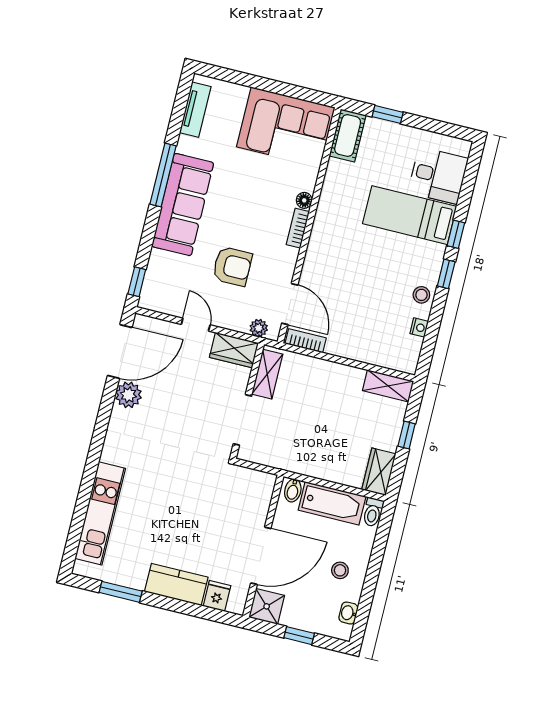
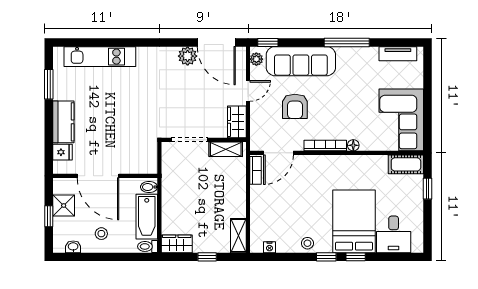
sofa: (183, 205) -> (301, 61), moved
bed: (410, 215) -> (354, 221), width x1.50
bookcase: (298, 228) -> (325, 146), width x1.56
nightstand: (419, 327) -> (269, 247), moved
plant: (259, 328) -> (256, 59), moved
shower: (267, 606) -> (64, 206), moved

